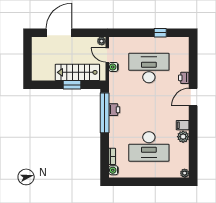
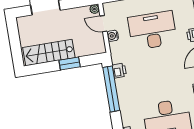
stairs: (77, 72) -> (49, 53), moved
printer: (114, 110) -> (119, 71), moved

